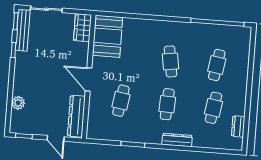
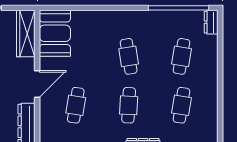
wardrobe: (83, 28) -> (26, 34), width x1.50
door: (88, 80) -> (37, 84), swing flipped
dresser: (238, 126) -> (211, 22), moved

